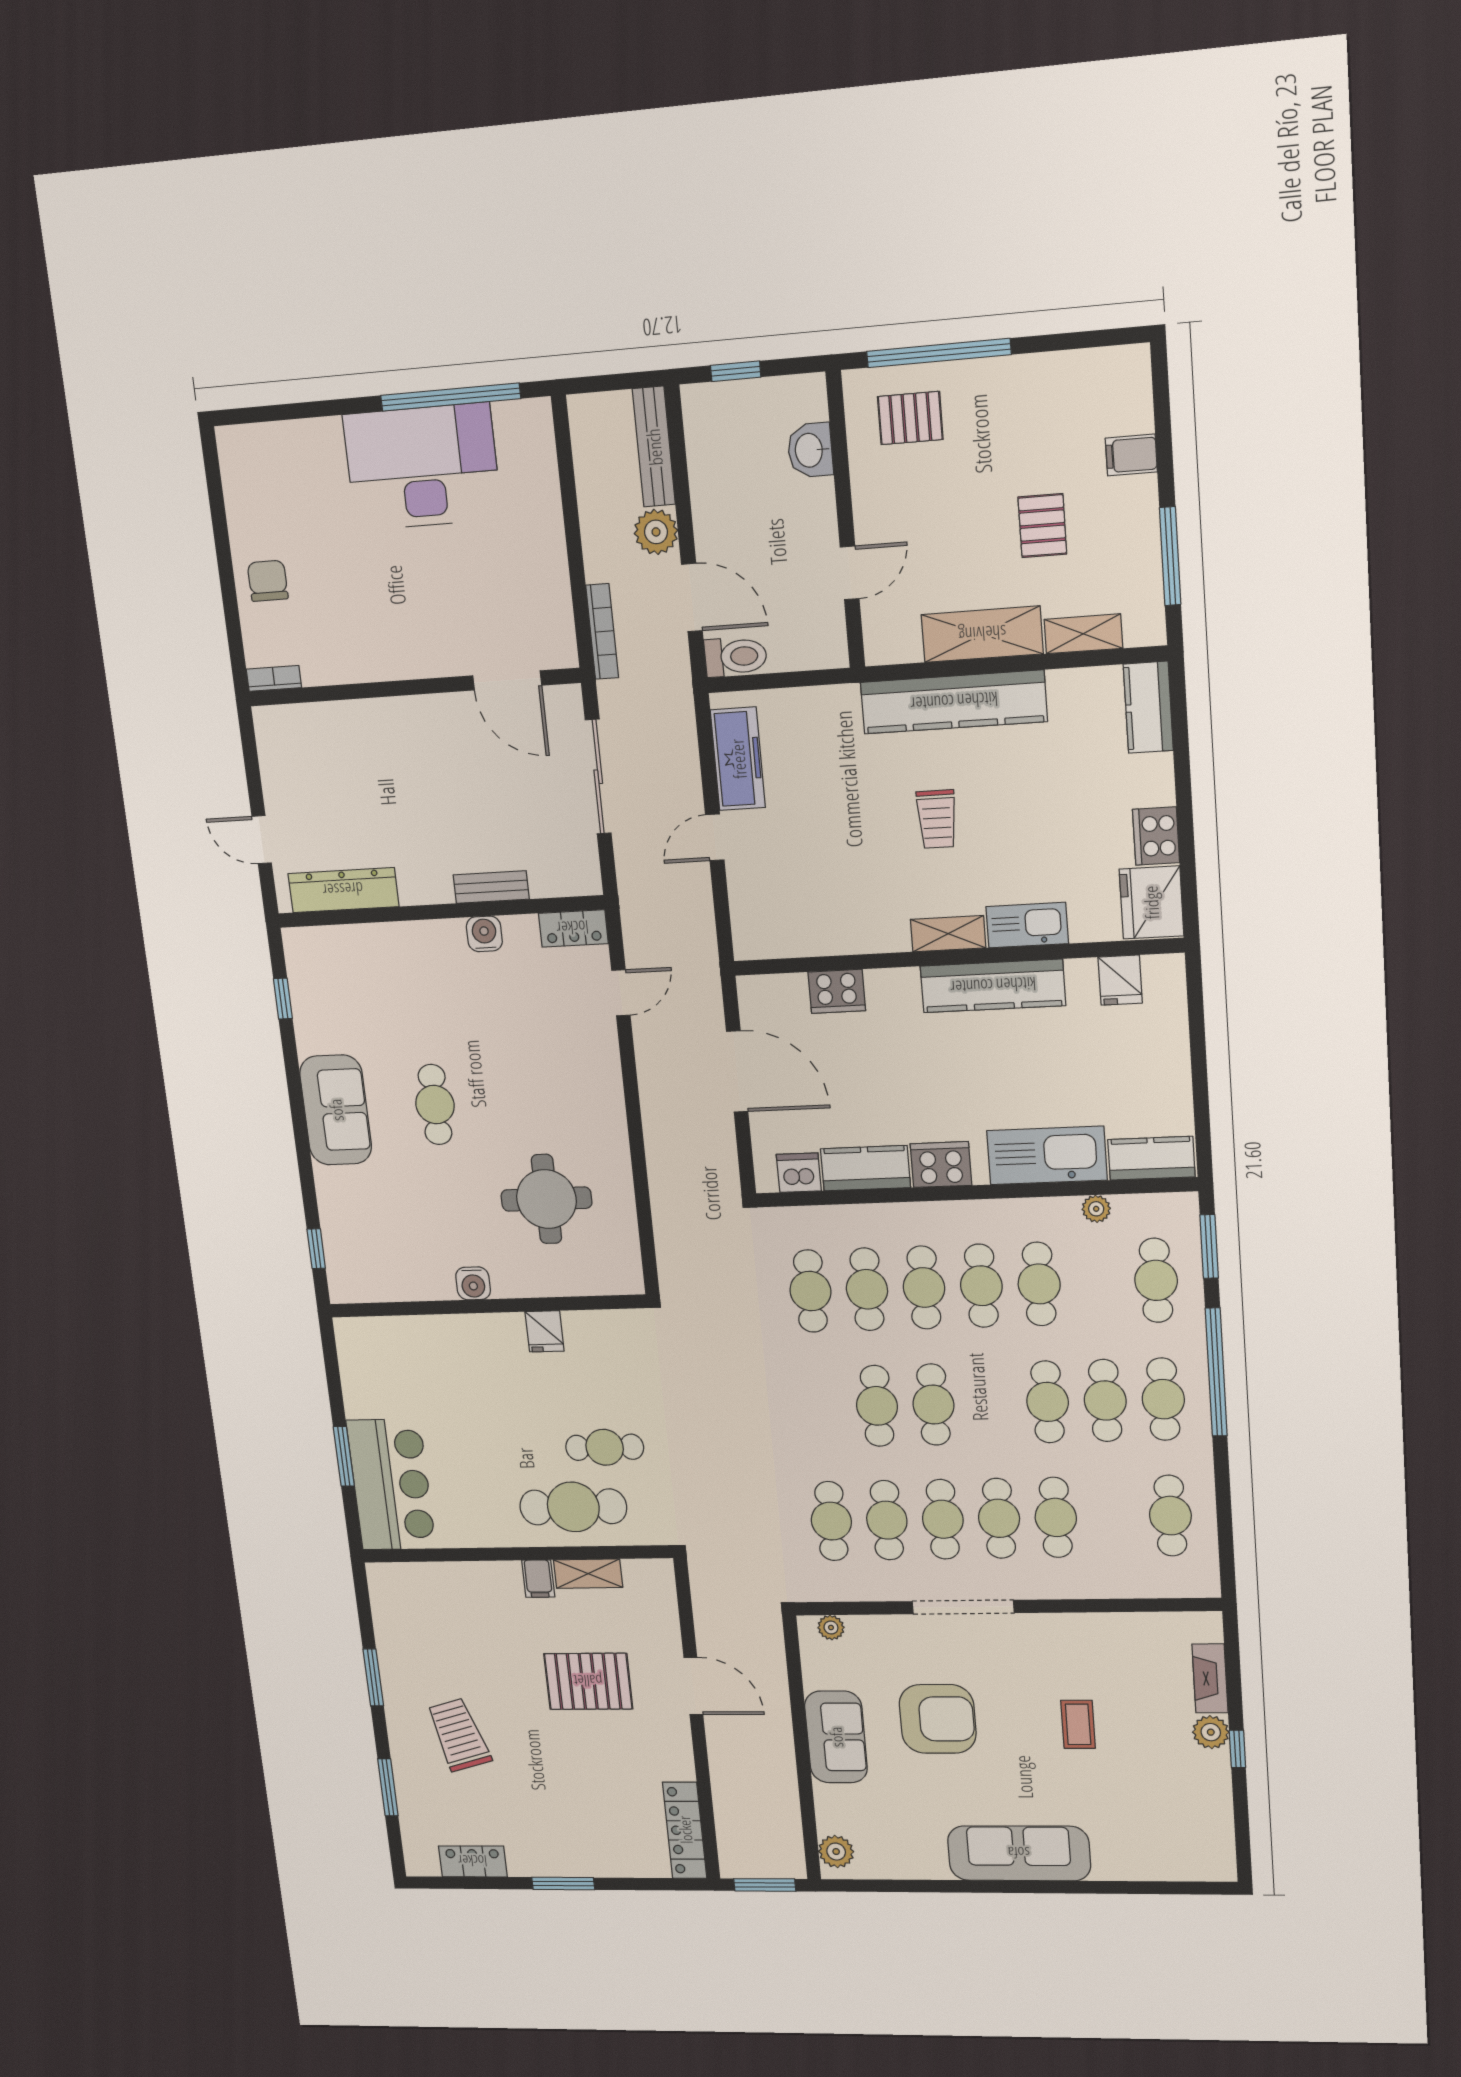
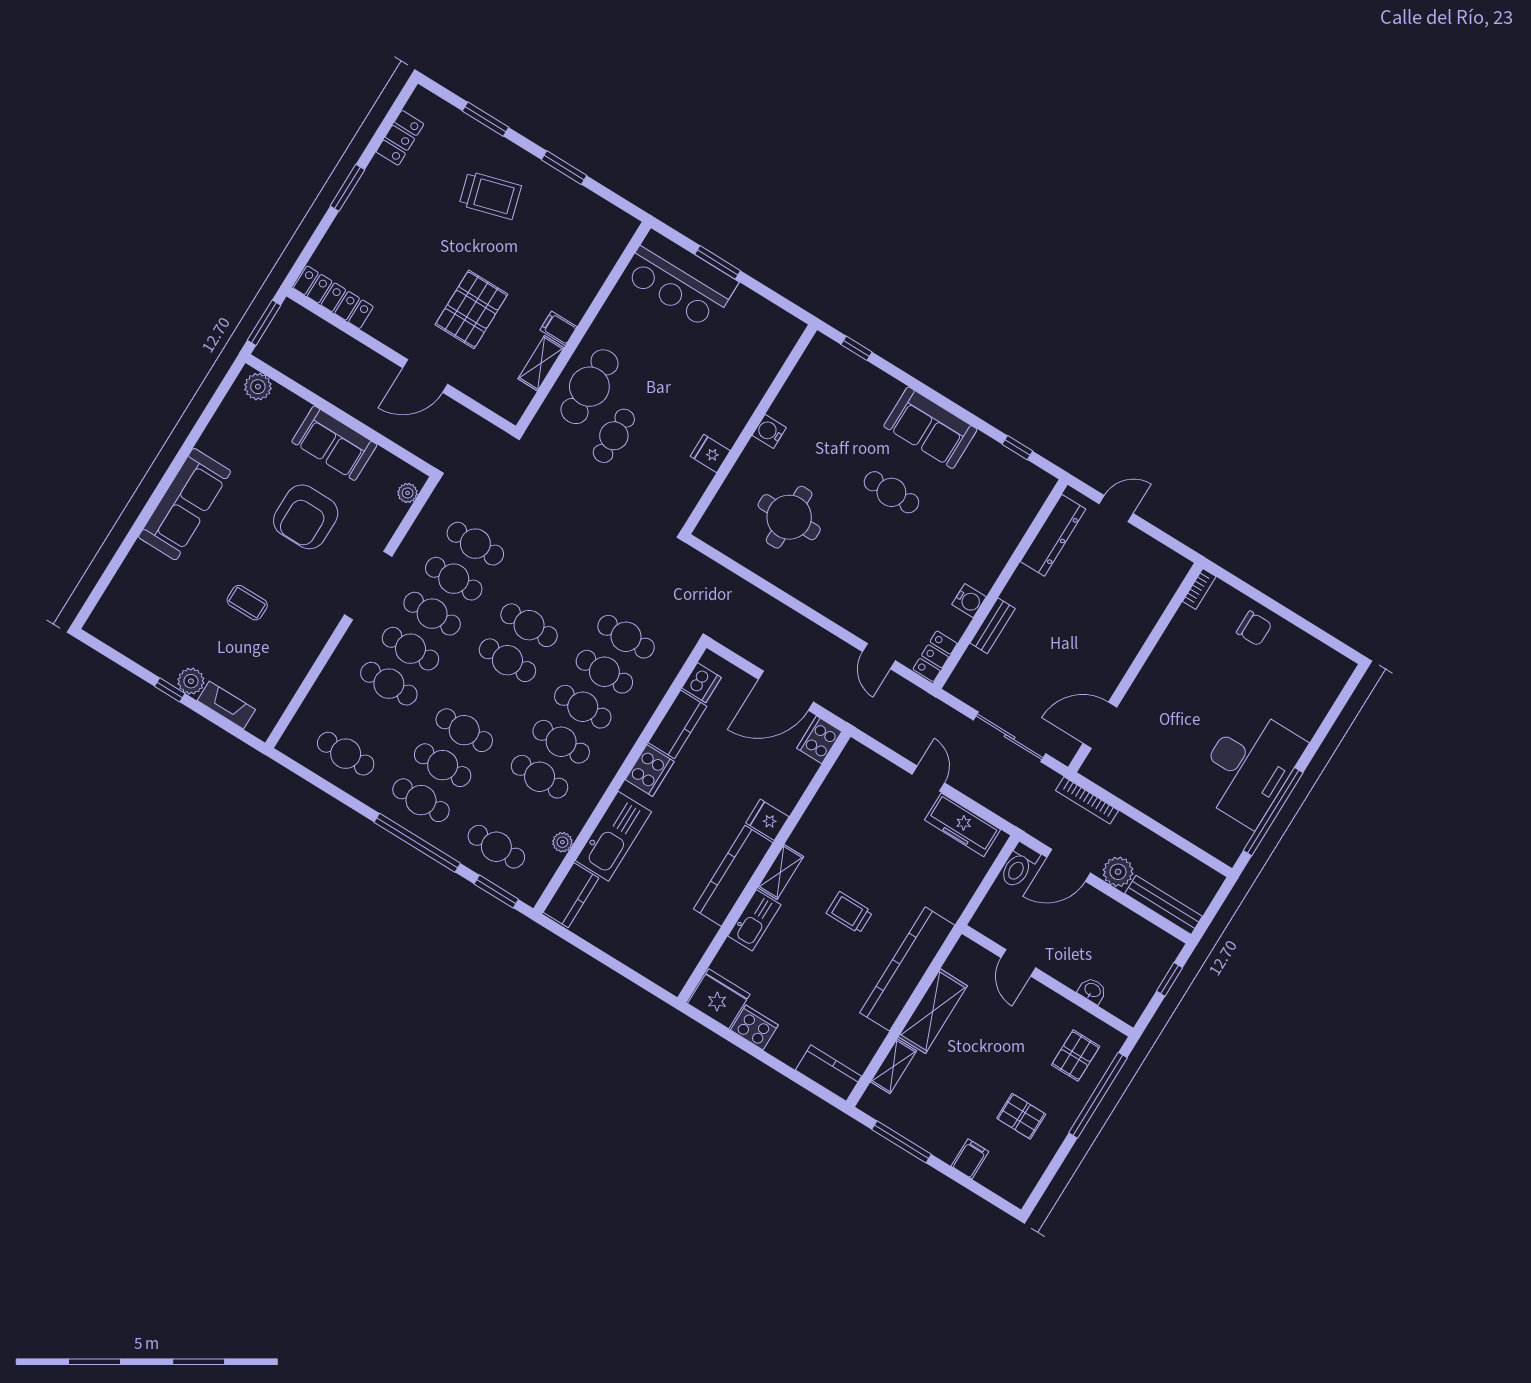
washbasin: (810, 450) -> (1092, 991), width x0.72, depth x0.69
pallet: (1042, 526) -> (1021, 1116), moved
fridge: (1120, 980) -> (767, 820), moved
cooker: (837, 991) -> (819, 740), moved

